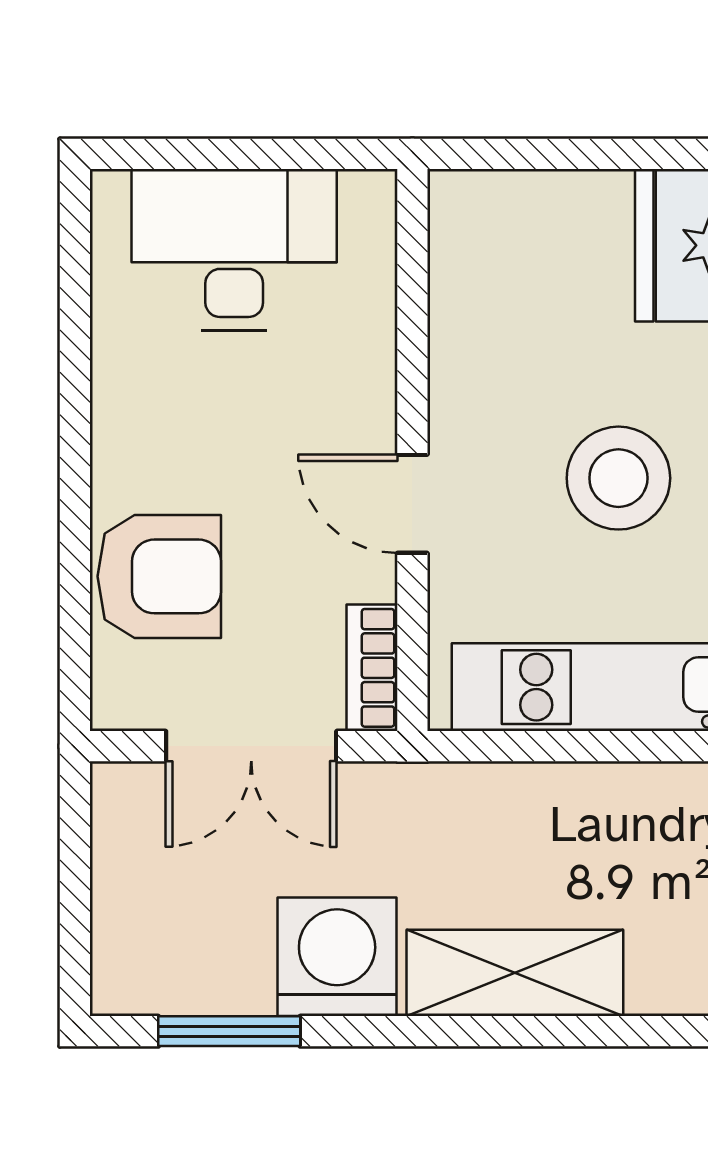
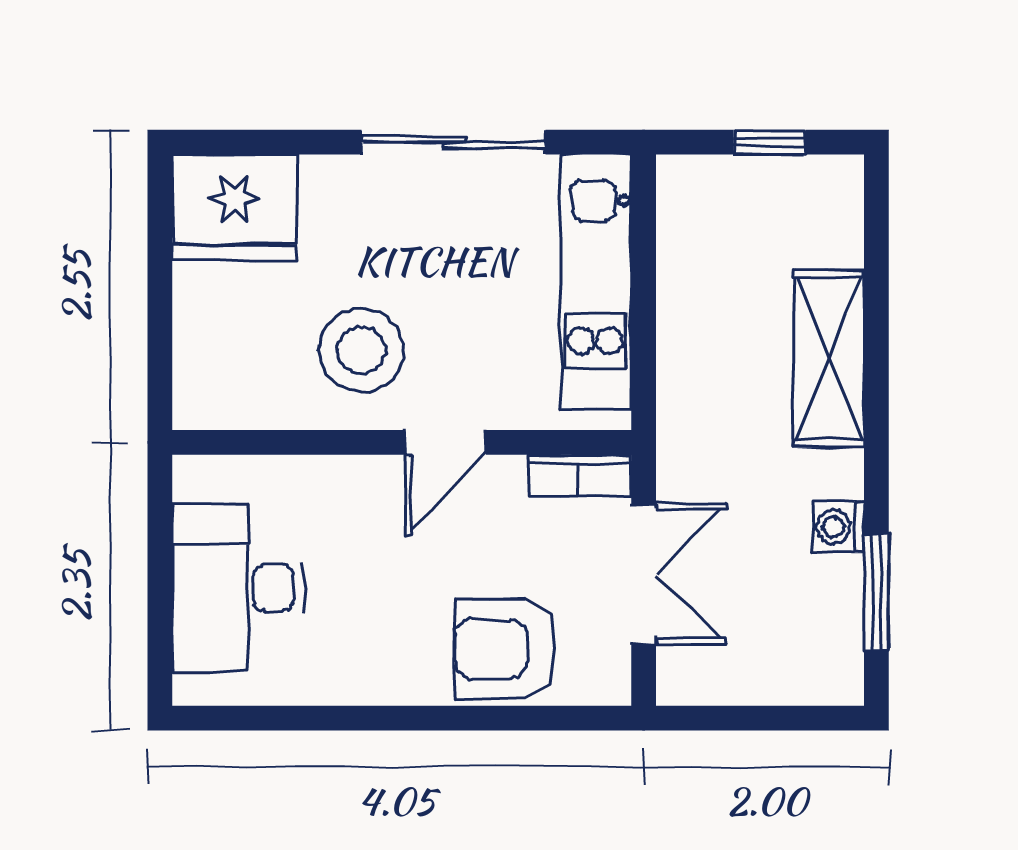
stool: (618, 478) -> (361, 350), moved
armchair: (159, 576) -> (505, 649), turned -90
washing machine: (337, 957) -> (839, 527), width x0.53, depth x0.53

